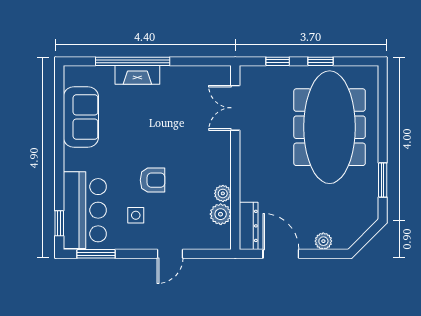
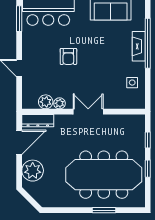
double door: (235, 108) -> (88, 112), moved
window: (383, 180) -> (104, 210), moved
side table: (136, 215) -> (132, 83), moved
plant: (323, 241) -> (33, 171), width x1.88, depth x1.88

